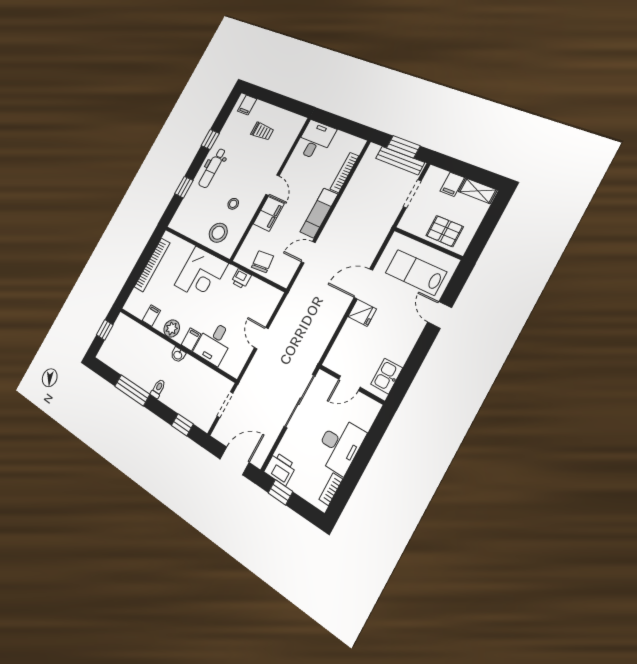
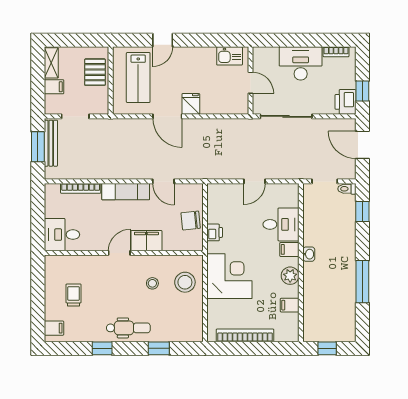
toilet: (158, 389) -> (347, 189), moved

